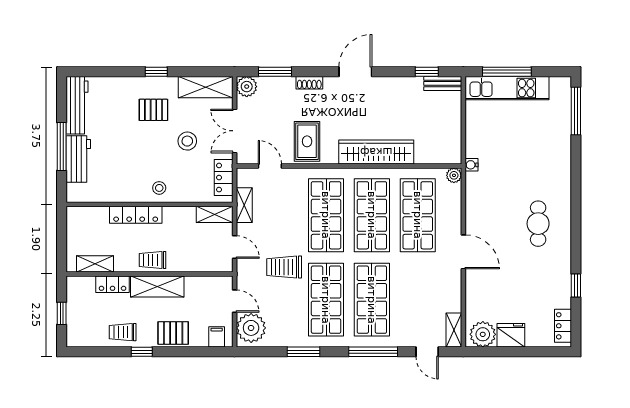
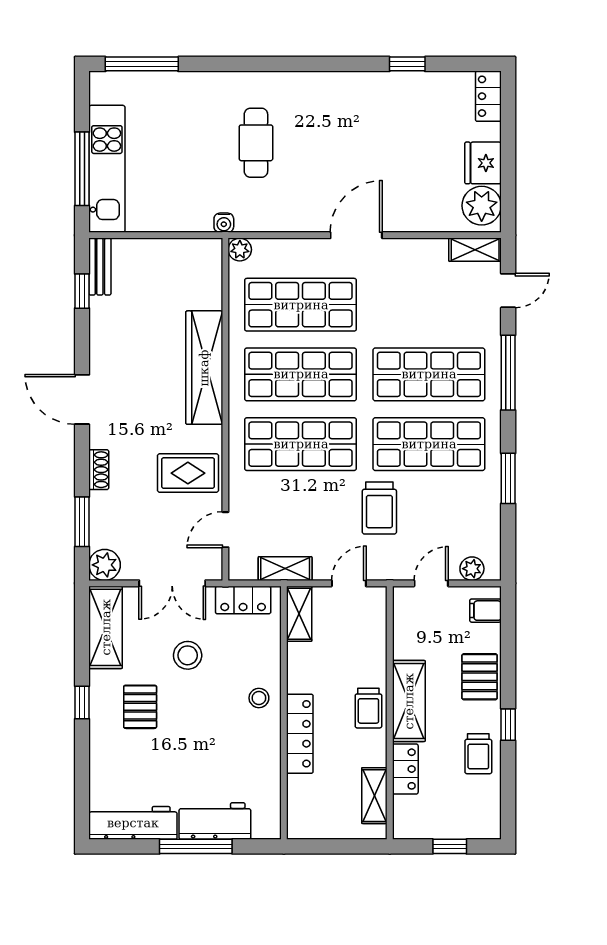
cafe table: (538, 224) -> (256, 143), moved, turned 90
locker: (563, 326) -> (488, 96), moved, turned 90
plant: (251, 328) -> (472, 569), width x0.53, depth x0.53

